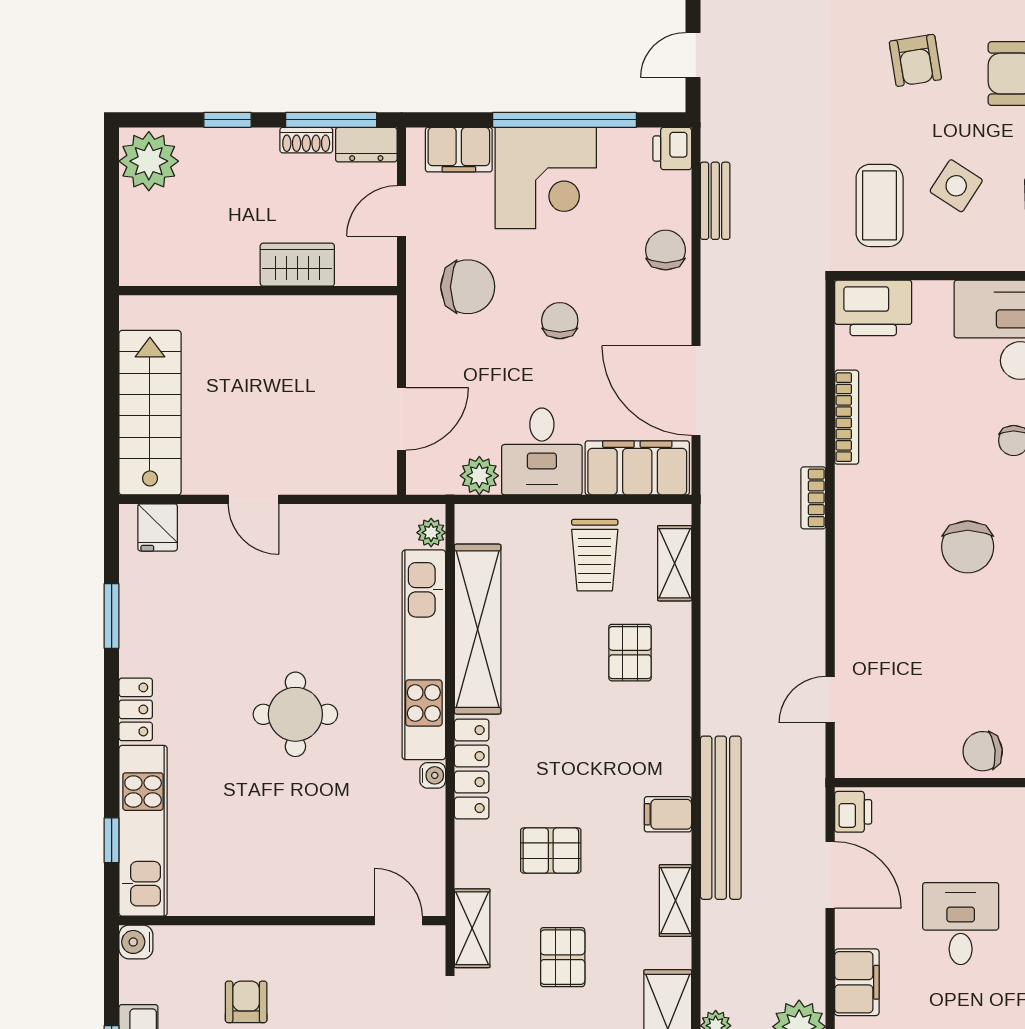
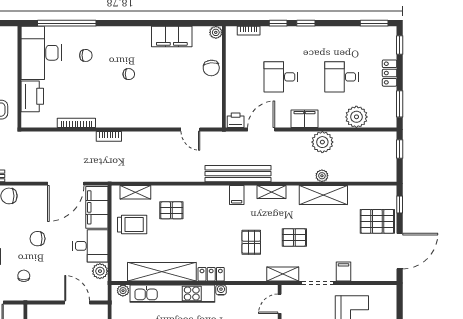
chair: (468, 287) -> (24, 276), width x0.54, depth x0.54
printer: (873, 308) -> (32, 96), moved
chair: (968, 547) -> (129, 74), width x0.54, depth x0.54
locker: (472, 769) -> (211, 274), width x0.66

